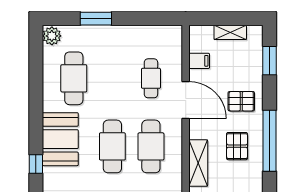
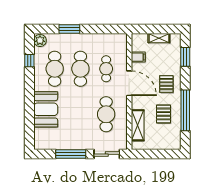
pallet: (241, 101) -> (166, 84), turned 90
cafe table: (112, 146) -> (80, 69), moved
window: (36, 164) -> (29, 61), moved

